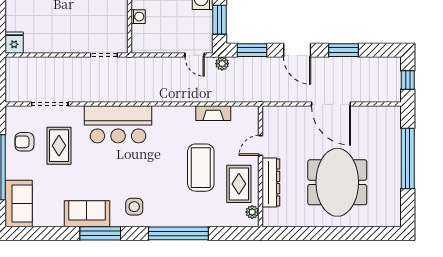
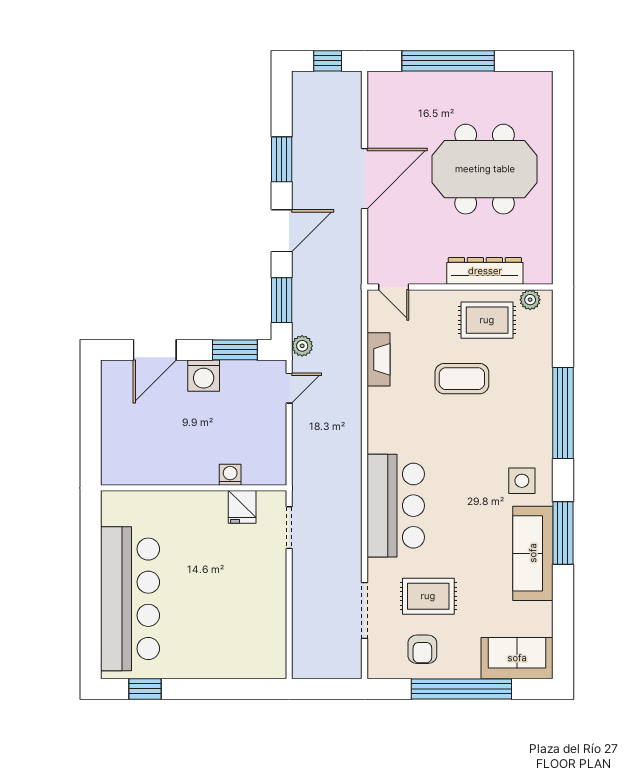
fridge: (14, 43) -> (242, 507), moved, turned -90
door: (260, 145) -> (394, 287), moved
coffee table: (201, 168) -> (462, 379), width x0.73, depth x0.76
sofa: (87, 214) -> (533, 553), width x1.36

